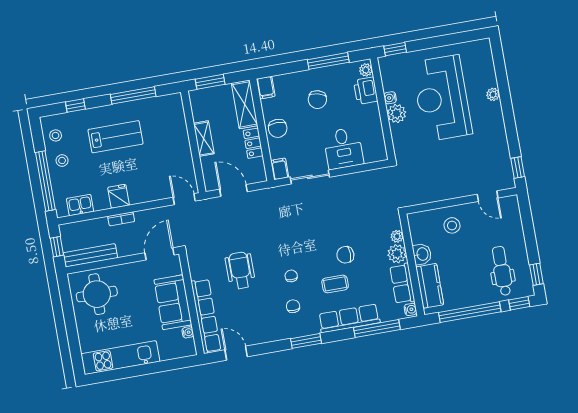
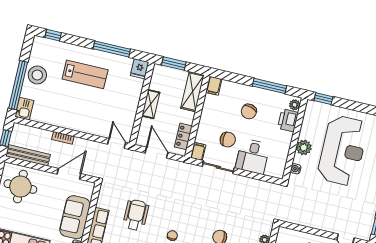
water cooler: (390, 98) -> (296, 169), moved
reception desk: (442, 98) -> (343, 151), turned 180
window: (75, 106) -> (53, 35), moved
chair: (278, 128) -> (228, 140), moved, turned -90
stool: (56, 135) -> (40, 54), removed
locker: (253, 143) -> (183, 136), moved
stool: (62, 160) -> (37, 75), width x1.89, depth x1.89
fridge: (118, 196) -> (140, 69), moved, turned 180
kitchen sink: (80, 205) -> (24, 109), moved, turned 90
door: (160, 254) -> (69, 174), moved

